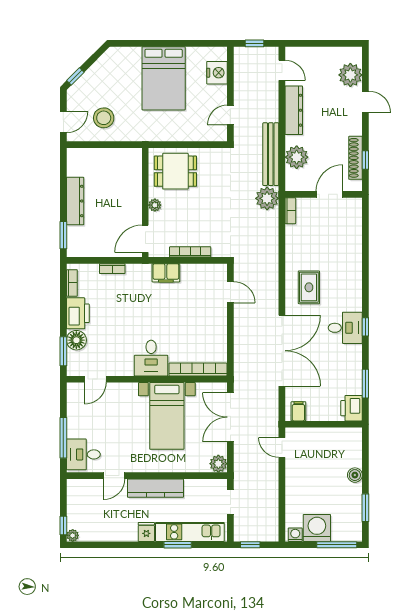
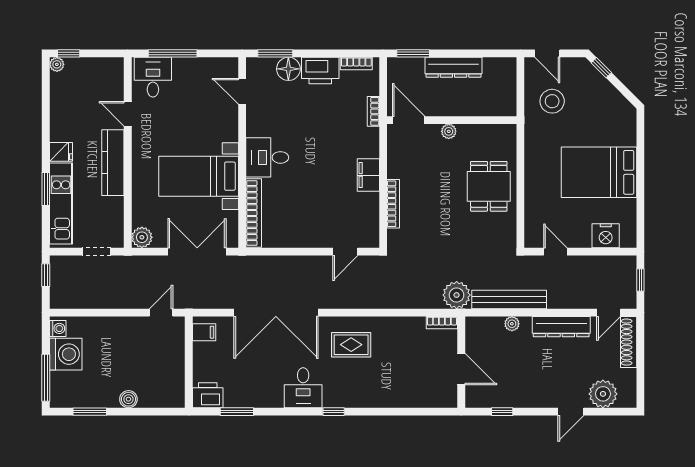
plant: (297, 157) -> (512, 324), width x0.53, depth x0.53
shoe rack: (355, 158) -> (629, 342), moved, turned -90
wall: (145, 202) -> (452, 120), moved
plant: (155, 205) -> (449, 131), moved
door: (145, 239) -> (409, 120), moved
window: (365, 327) -> (334, 412), moved

